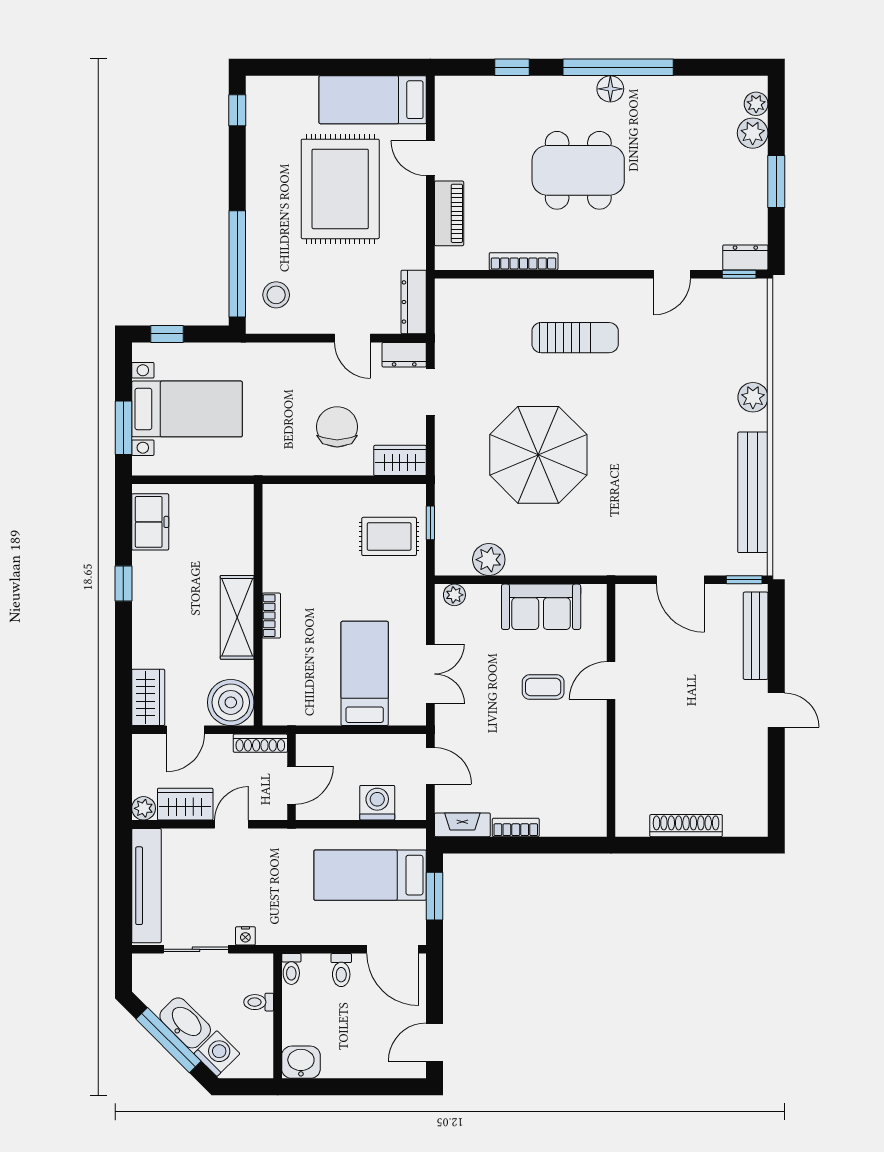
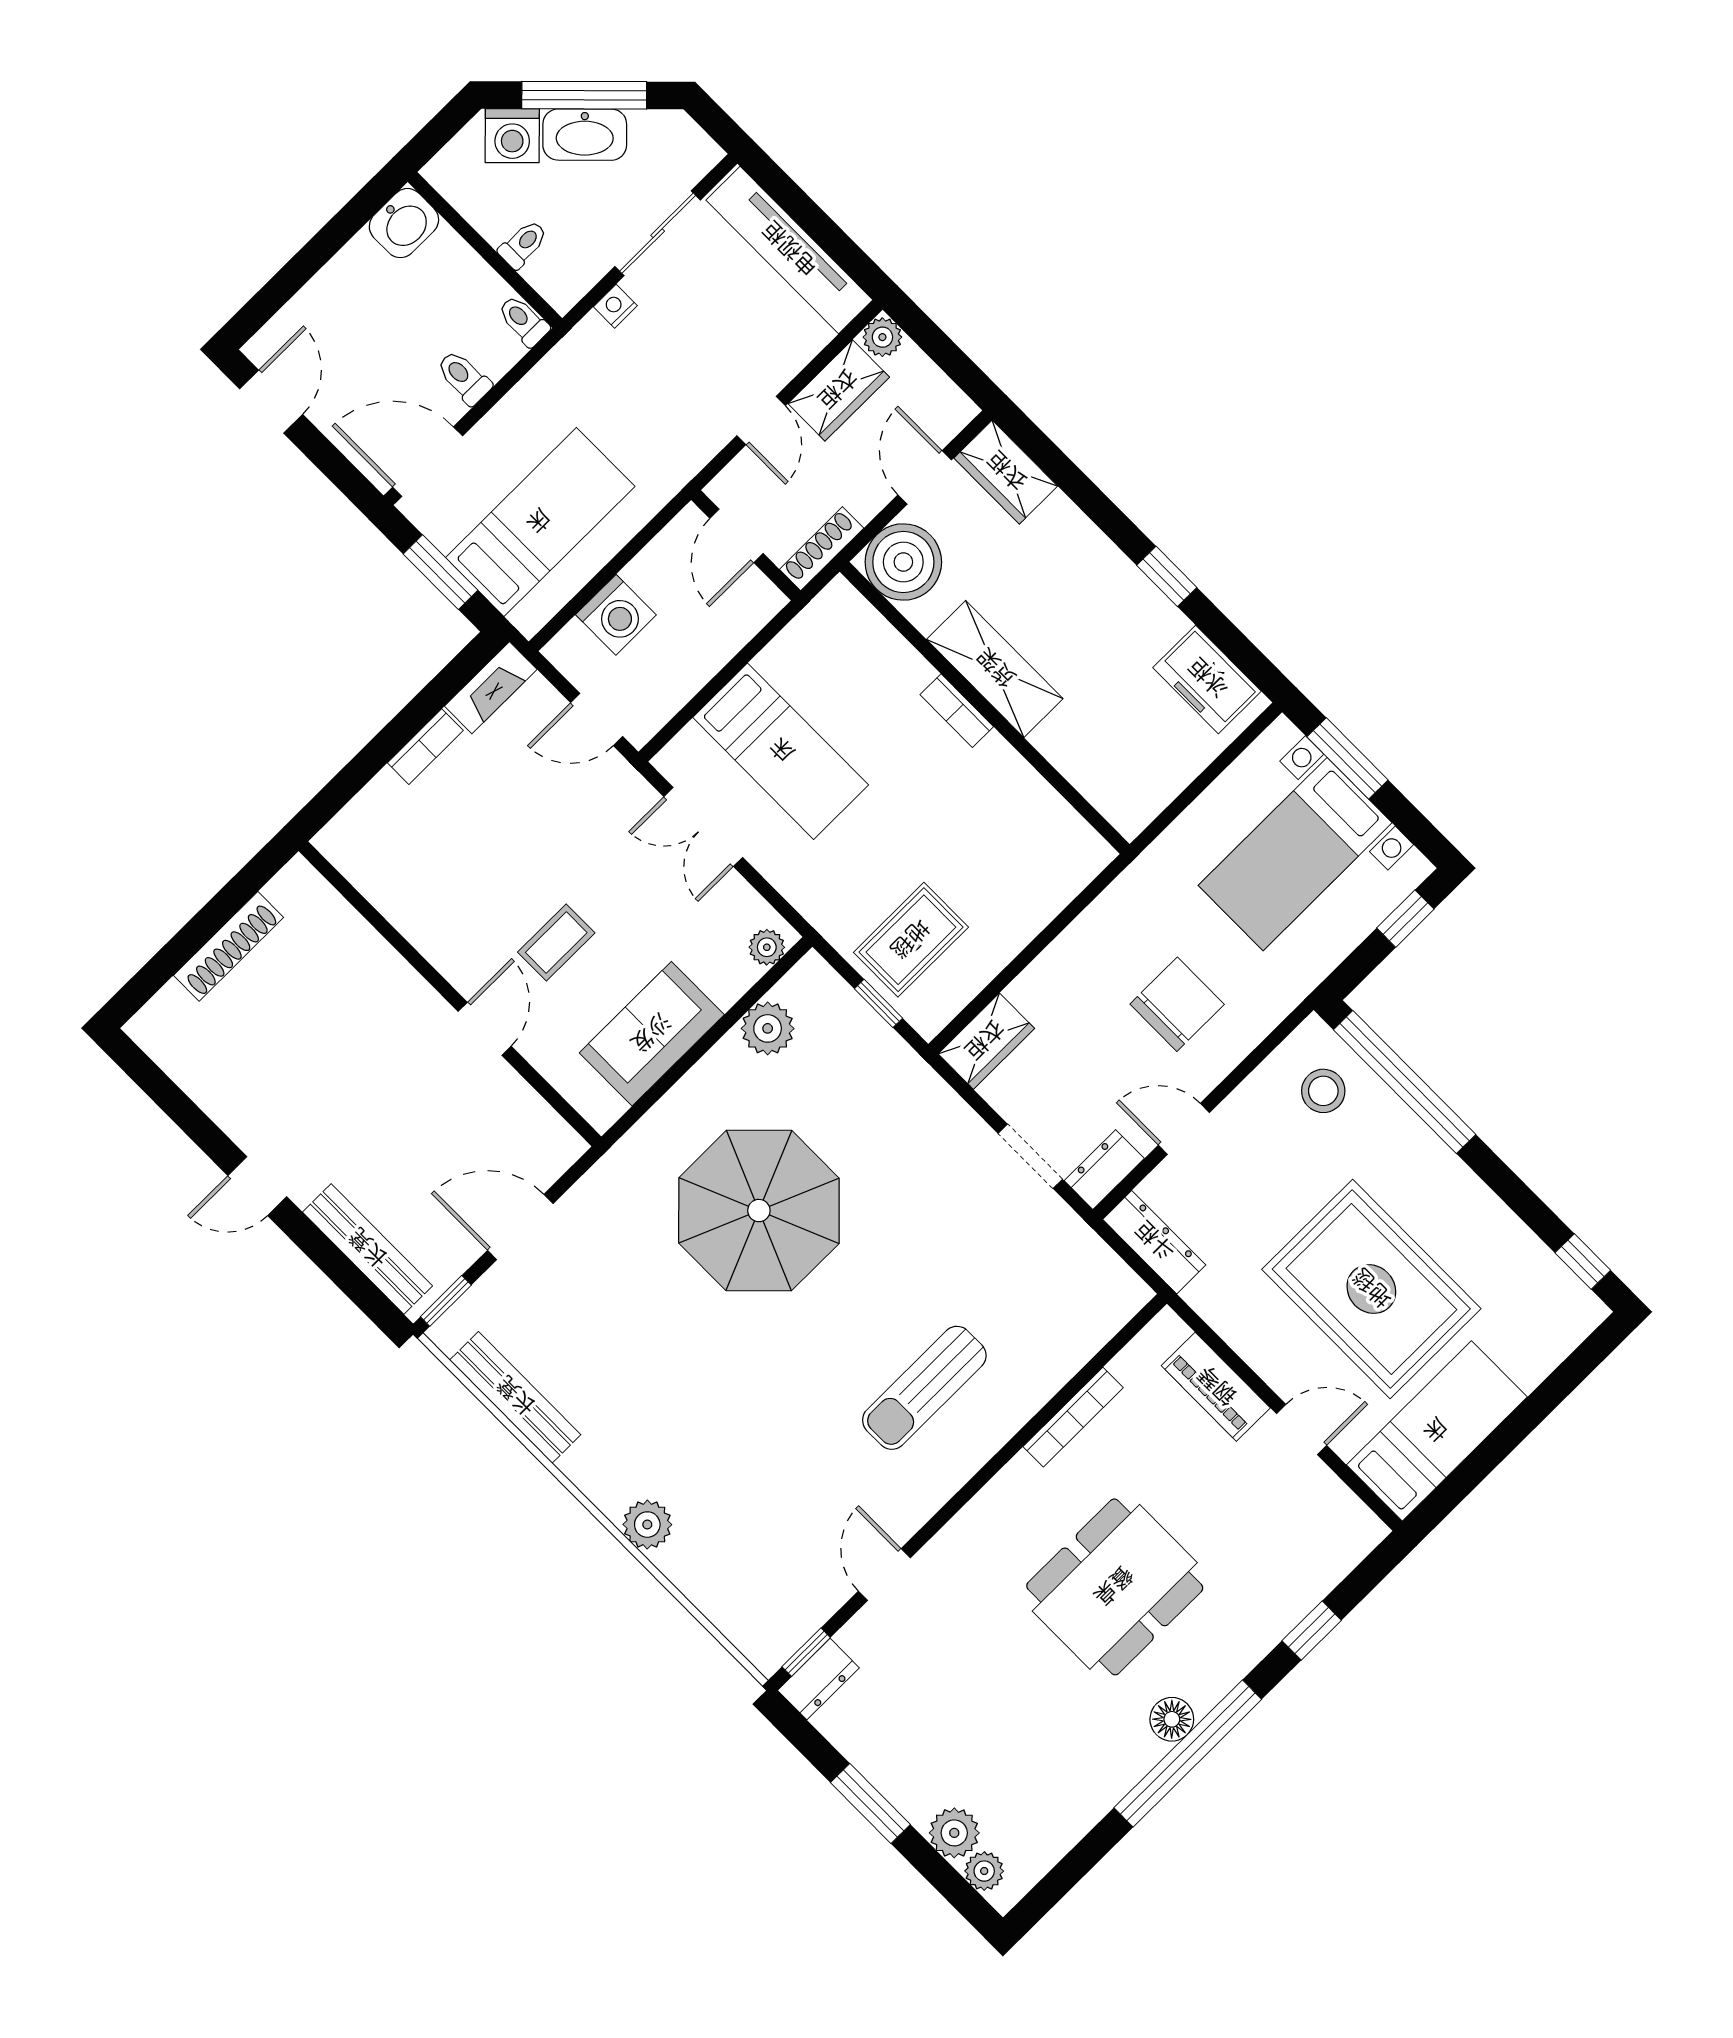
chair: (337, 427) -> (1177, 1004), moved, turned -90
parasol: (538, 455) -> (759, 1211), moved
bench: (753, 492) -> (515, 1397), width x0.73, depth x0.82

